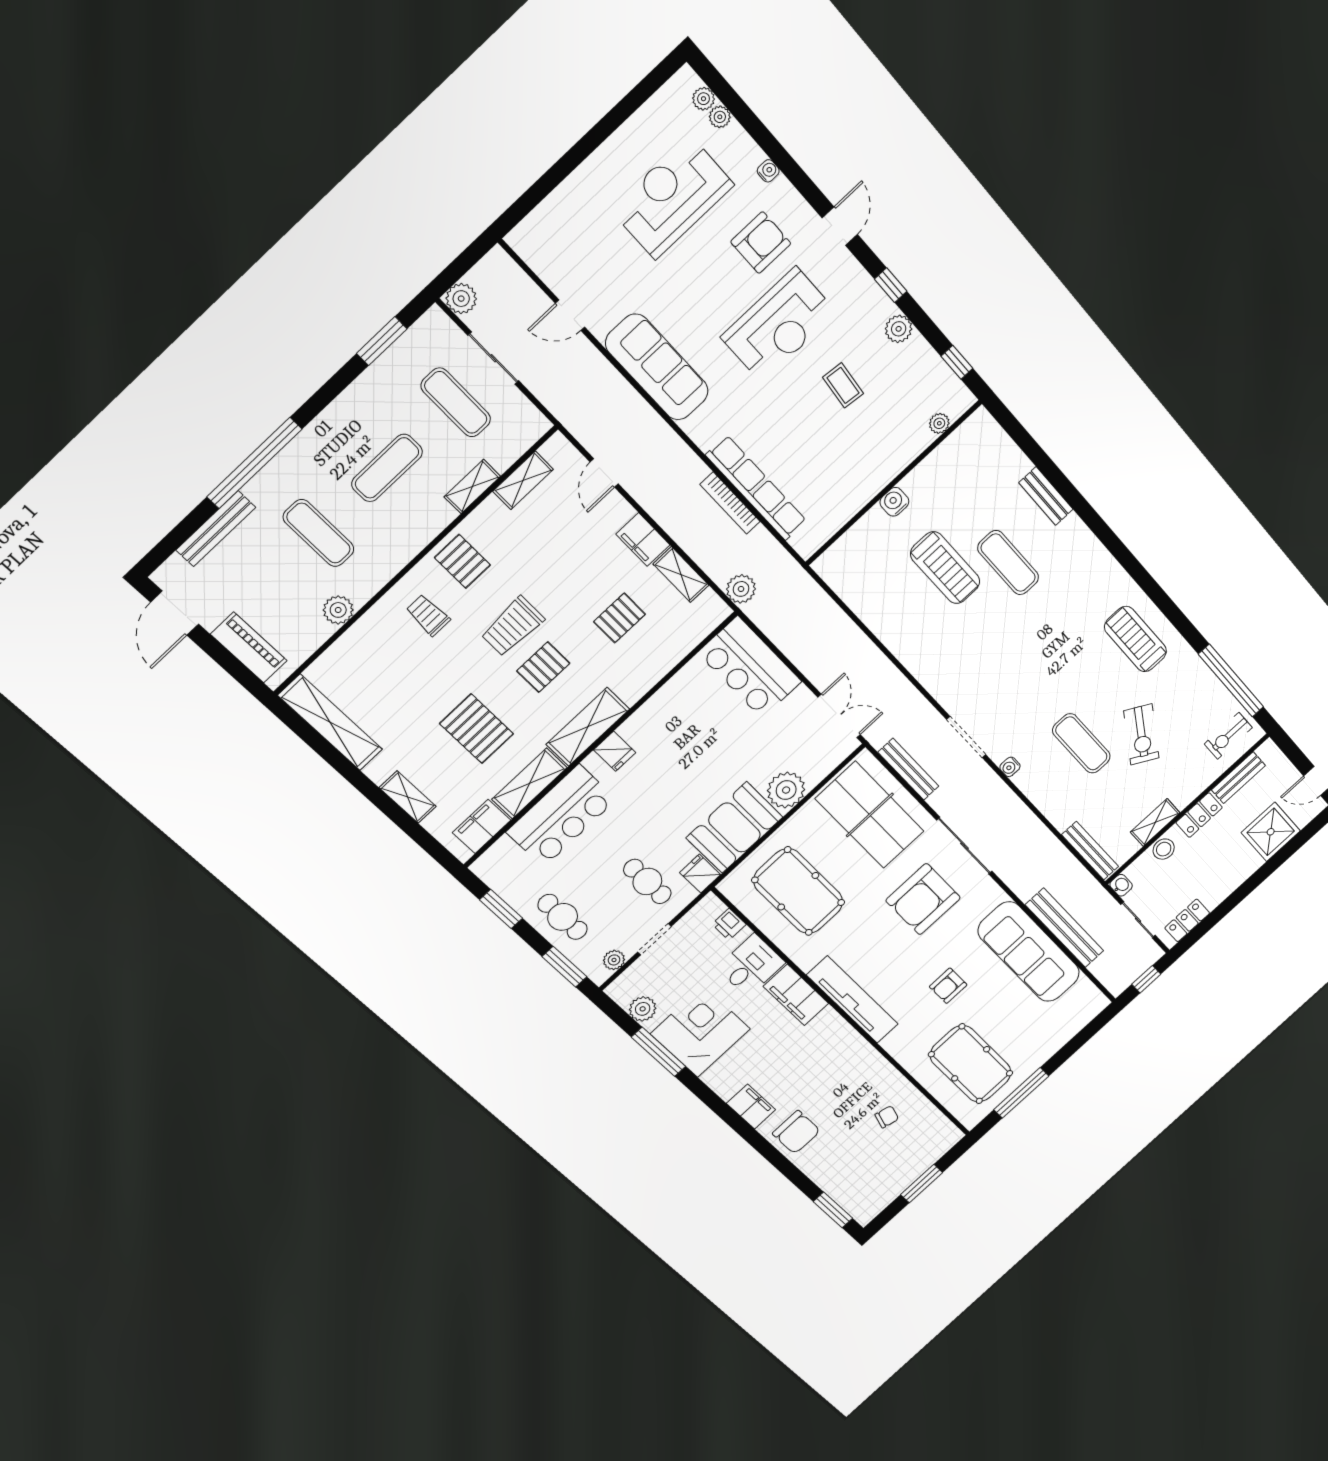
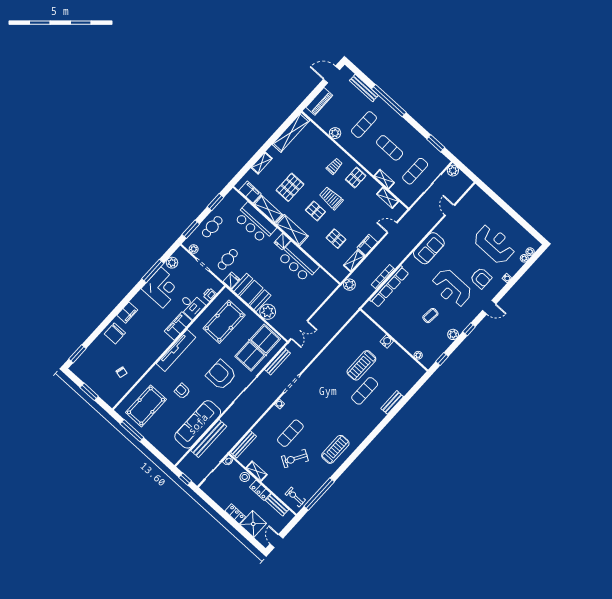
sofa: (657, 367) -> (429, 248), width x0.73
bar counter: (750, 667) -> (298, 262), moved, turned -90
locker: (1187, 920) -> (235, 514), moved

